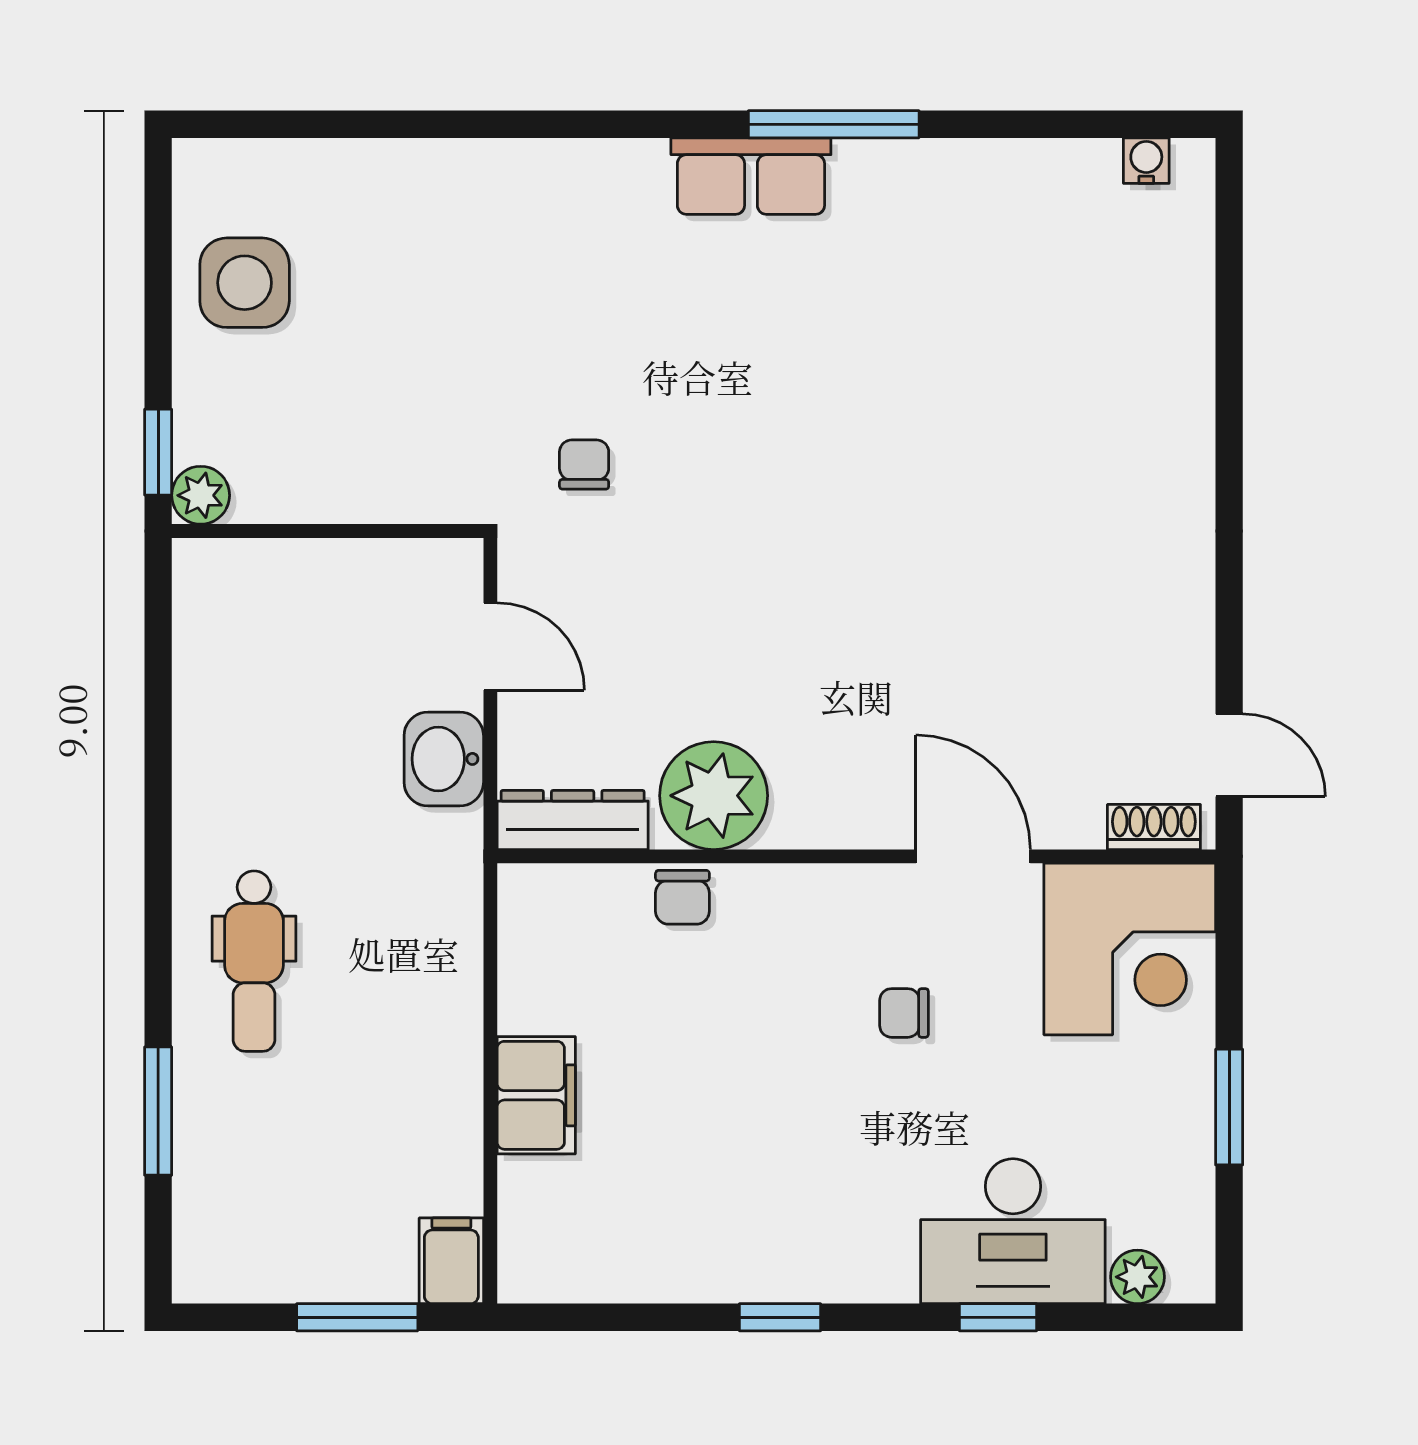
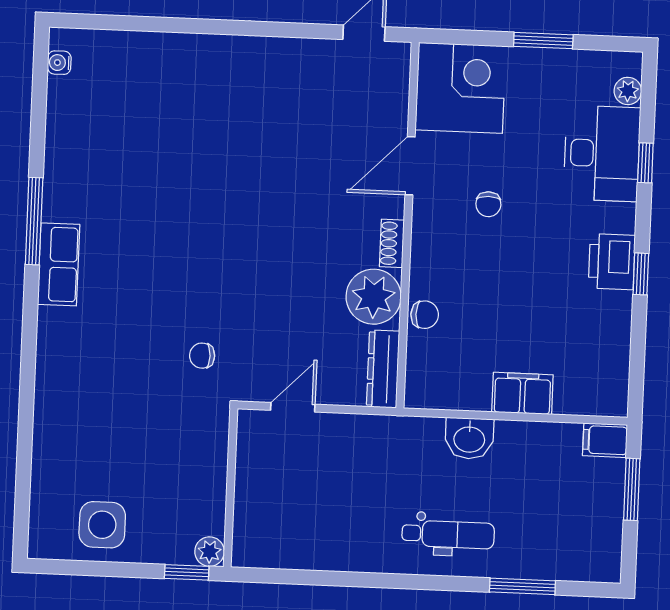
washbasin: (444, 759) -> (469, 438), moved
shoe rack: (1154, 827) -> (392, 243), moved
printer: (802, 1259) -> (612, 262), added

